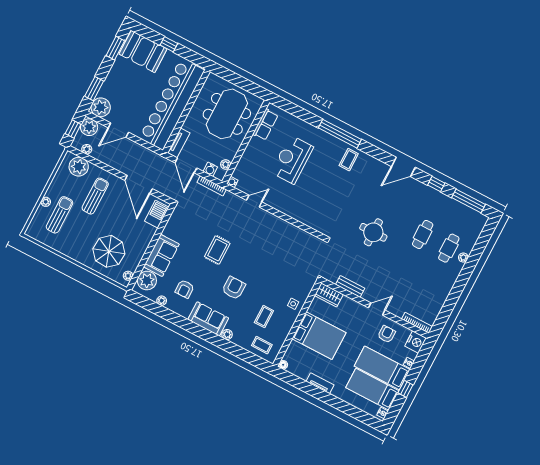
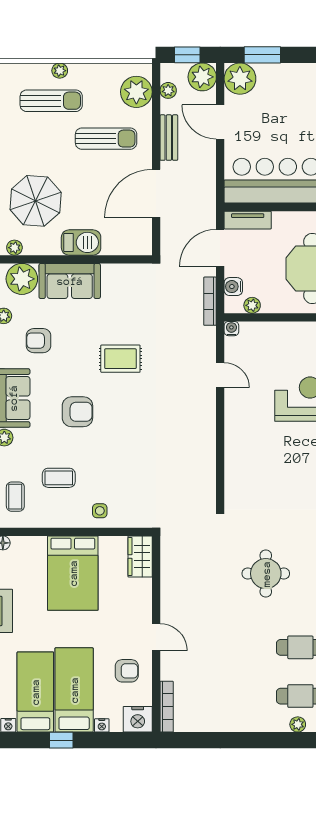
barbecue: (157, 214) -> (81, 242), moved
bench: (350, 286) -> (169, 138), moved

